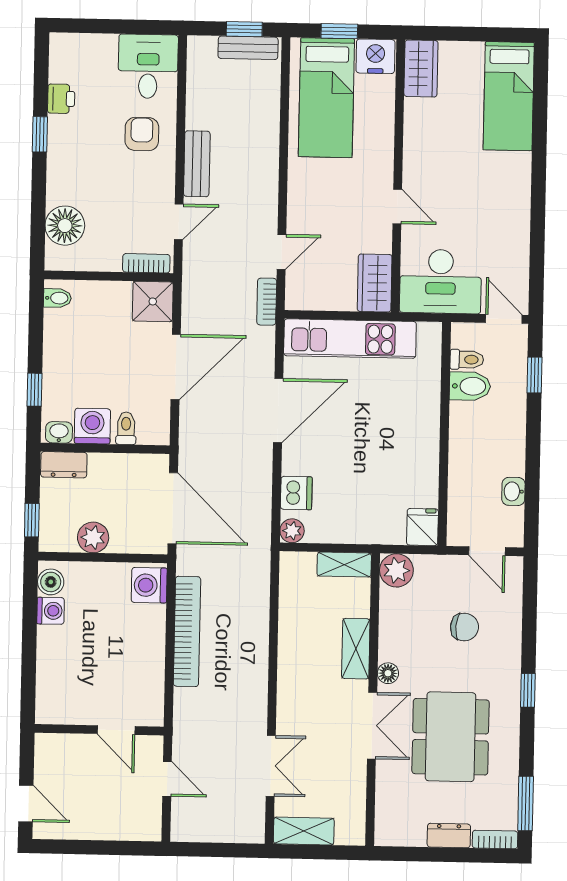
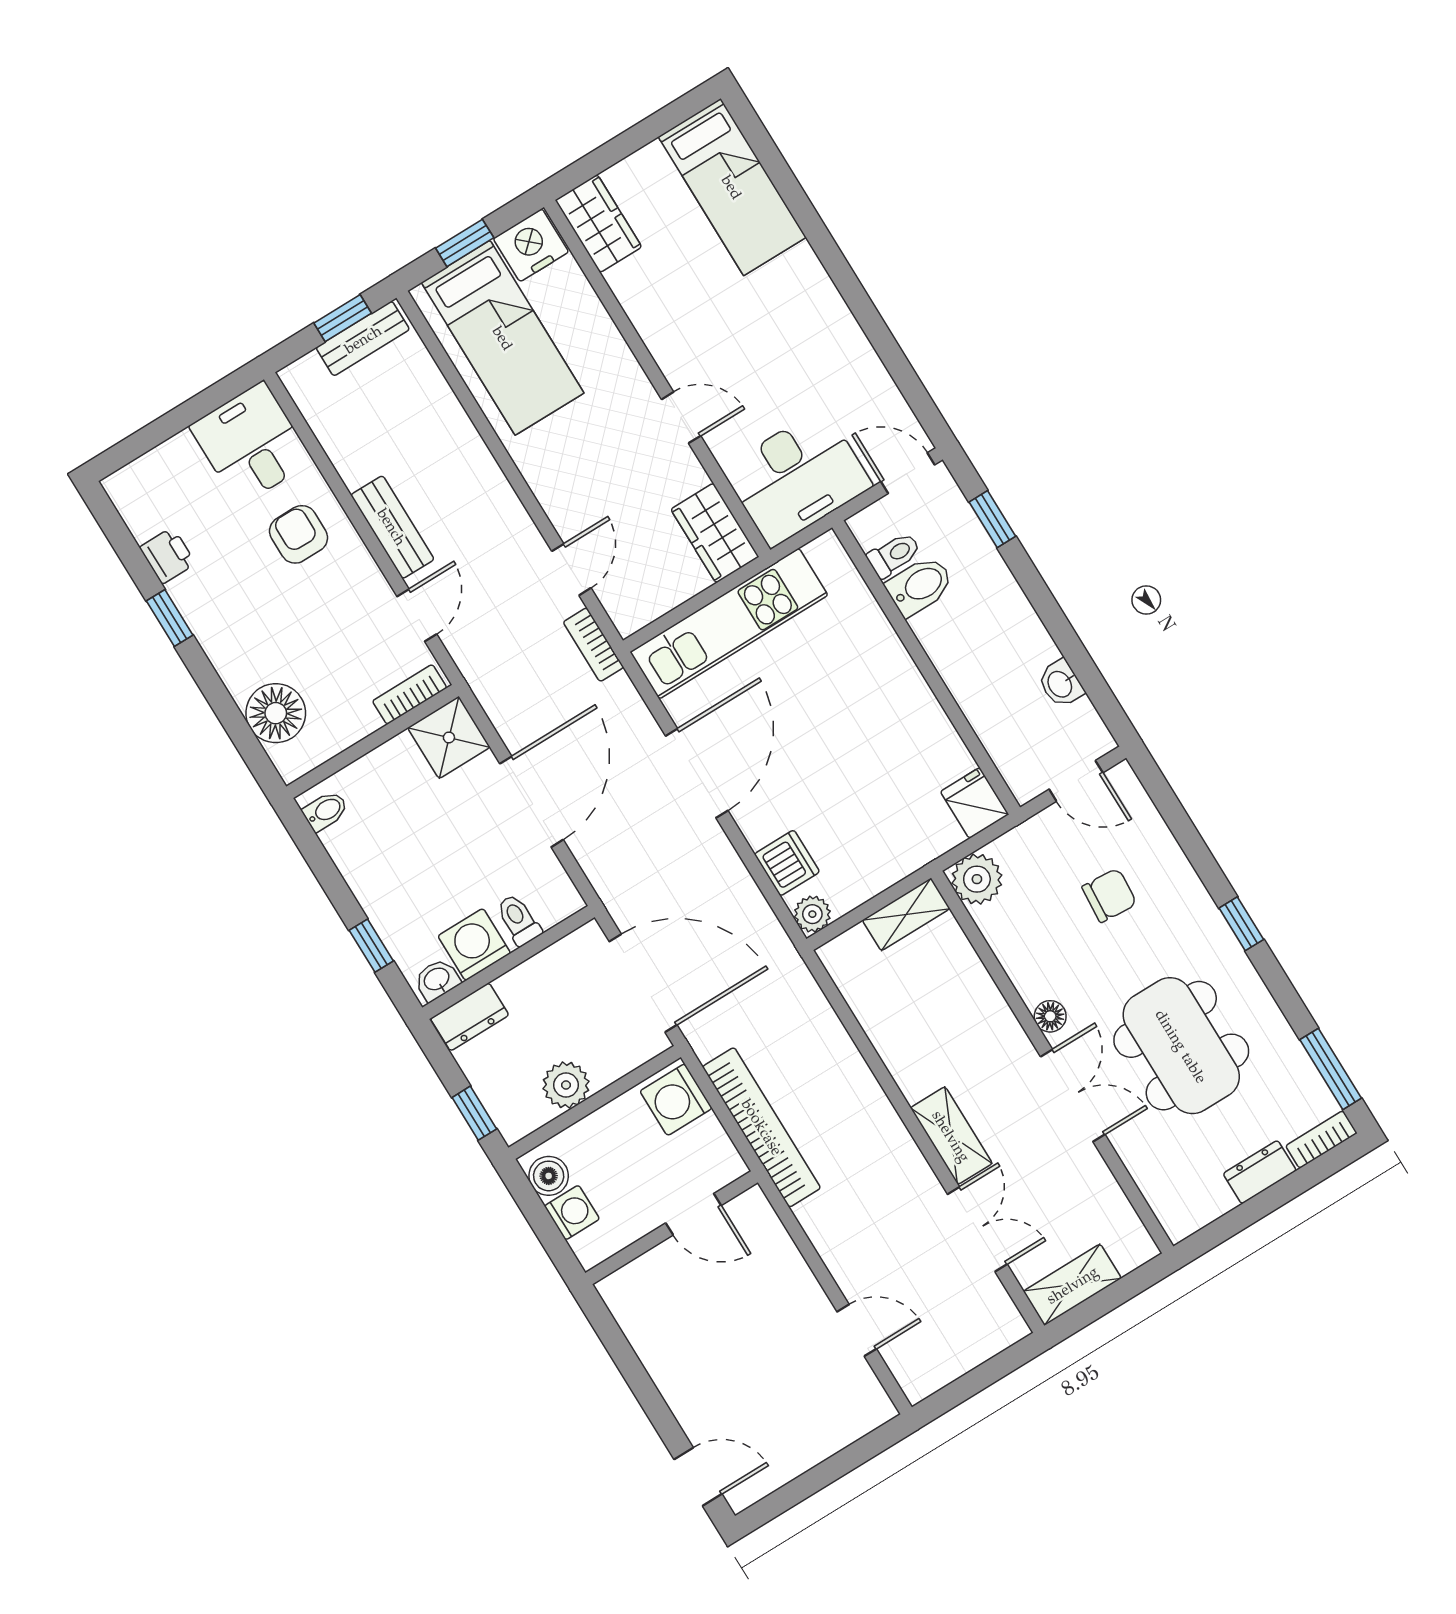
shelving: (356, 649) -> (951, 1136), moved
wall: (99, 730) -> (672, 1228), moved
door: (116, 730) -> (693, 1214), moved

